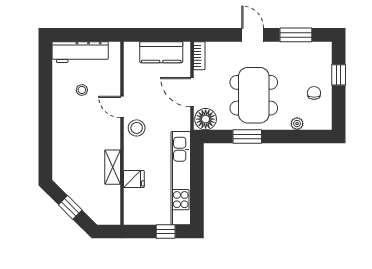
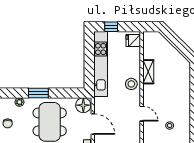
stool: (137, 128) -> (131, 84), moved
window: (247, 137) -> (38, 93), moved
fridge: (134, 179) -> (133, 40), moved
window: (70, 207) -> (178, 44), removed

